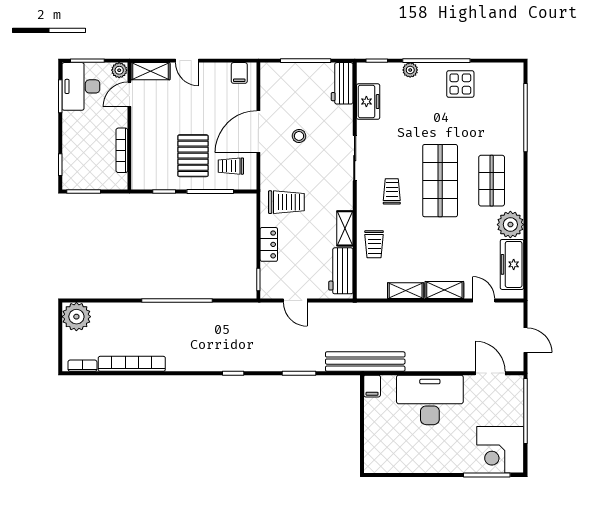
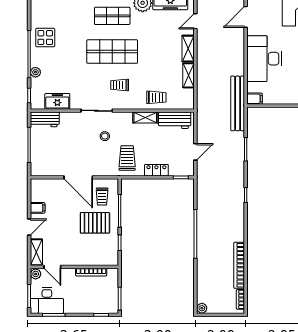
filing cabinet: (239, 73) -> (38, 208), moved
stool: (299, 136) -> (105, 136), moved
plant: (76, 317) -> (202, 308), width x0.53, depth x0.53

